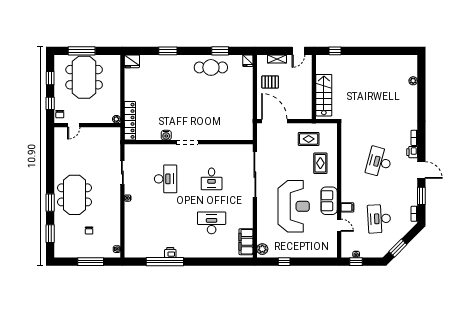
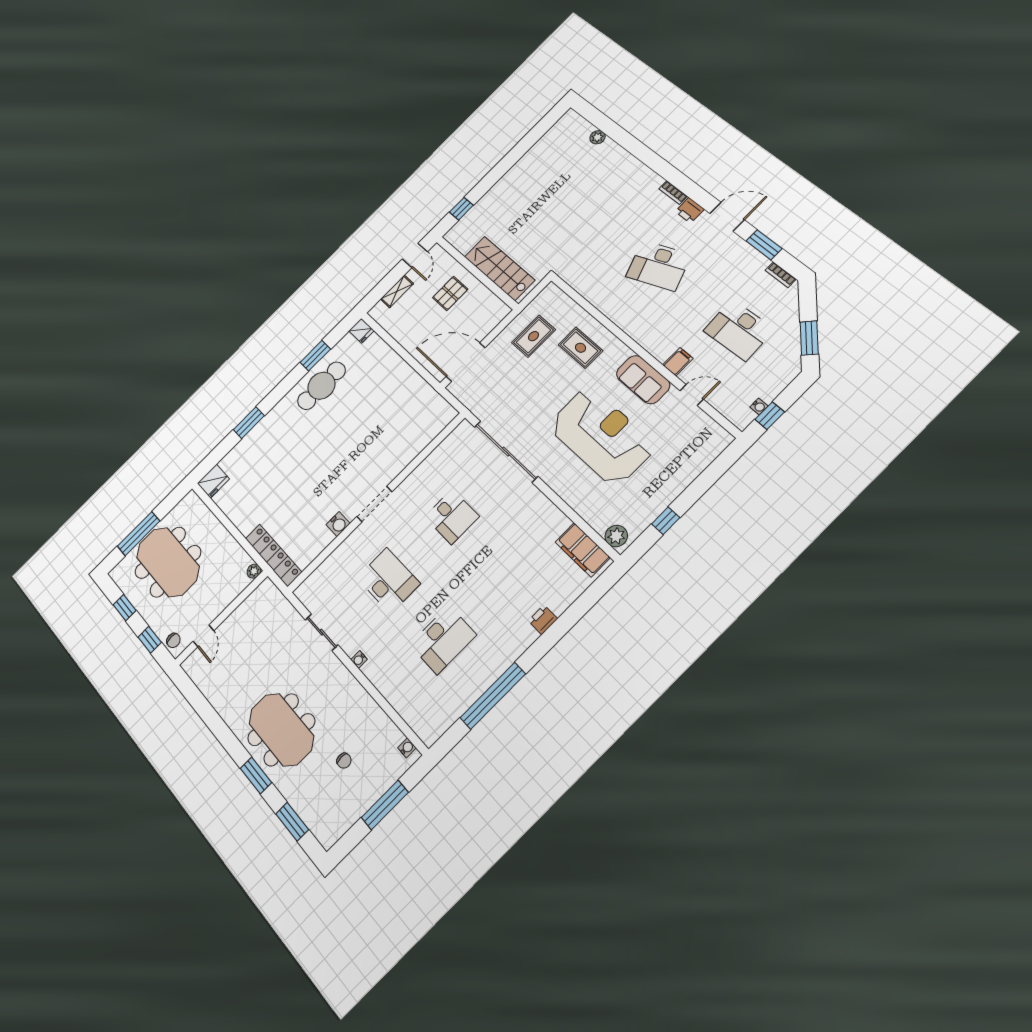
pallet: (270, 82) -> (450, 293), moved
desk: (379, 162) -> (659, 266), turned -36
desk: (212, 223) -> (443, 640), moved, turned 180
printer: (170, 252) -> (543, 620), moved

